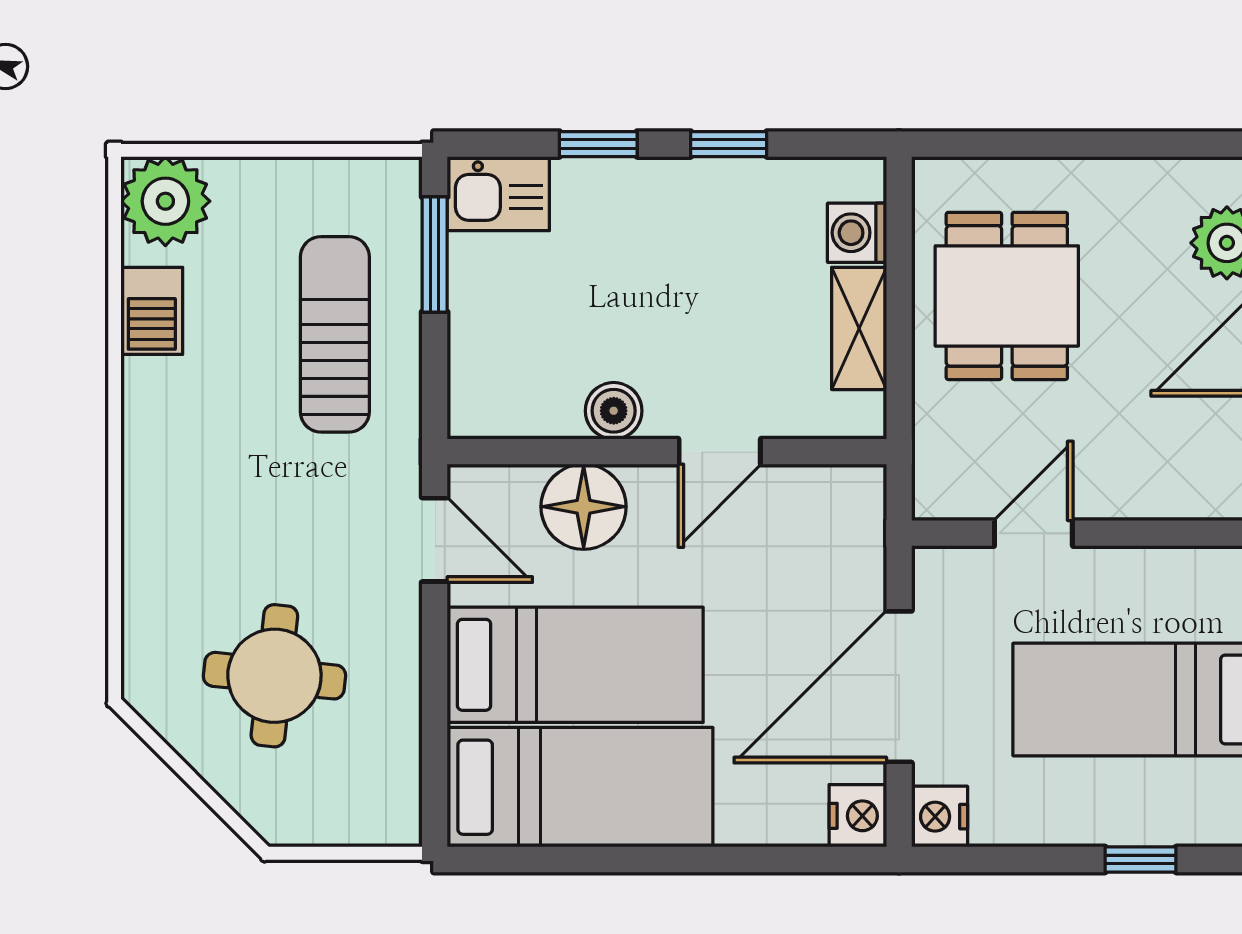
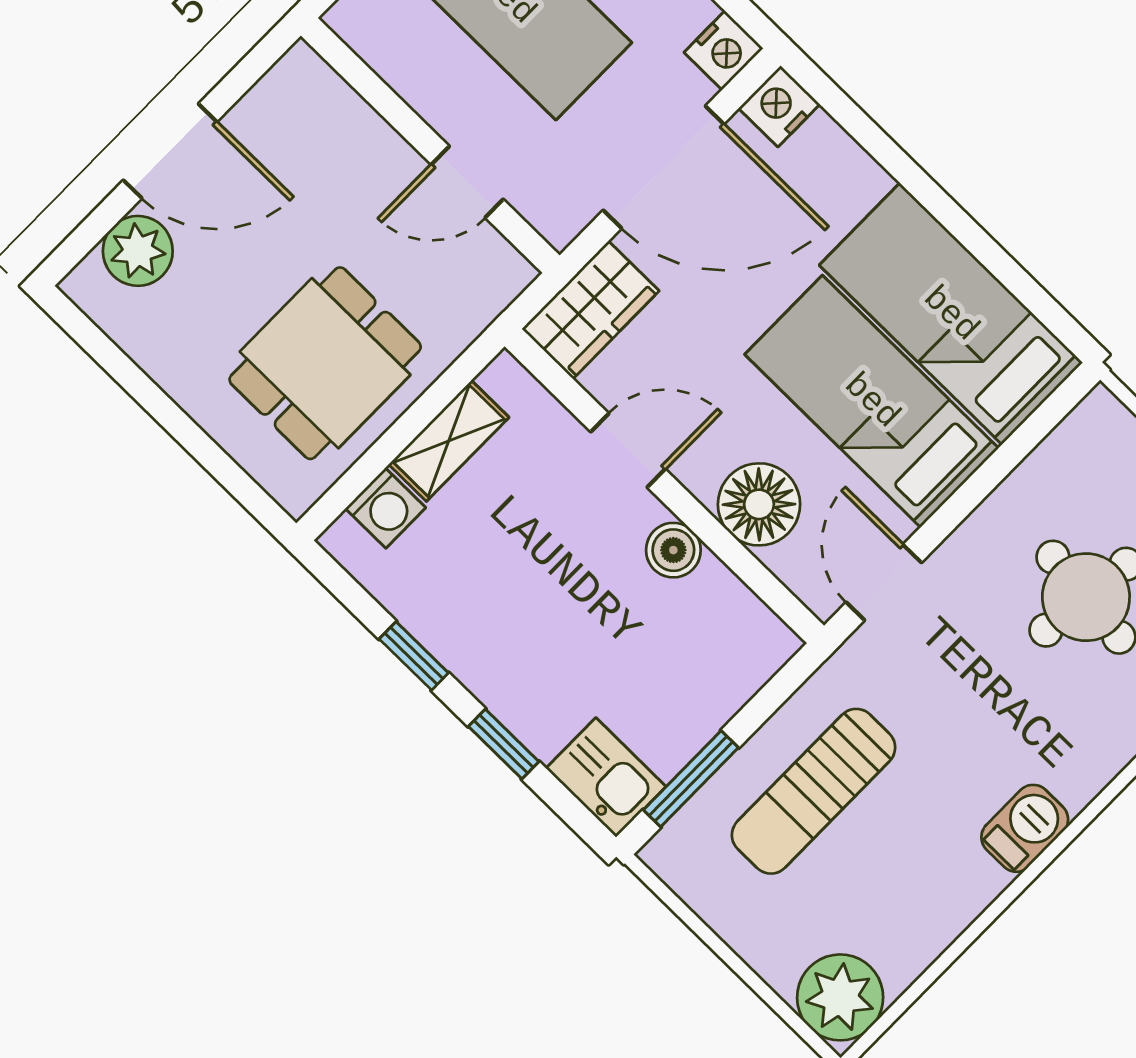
barbecue: (152, 311) -> (1025, 828), moved
wardrobe: (849, 528) -> (591, 310), added

